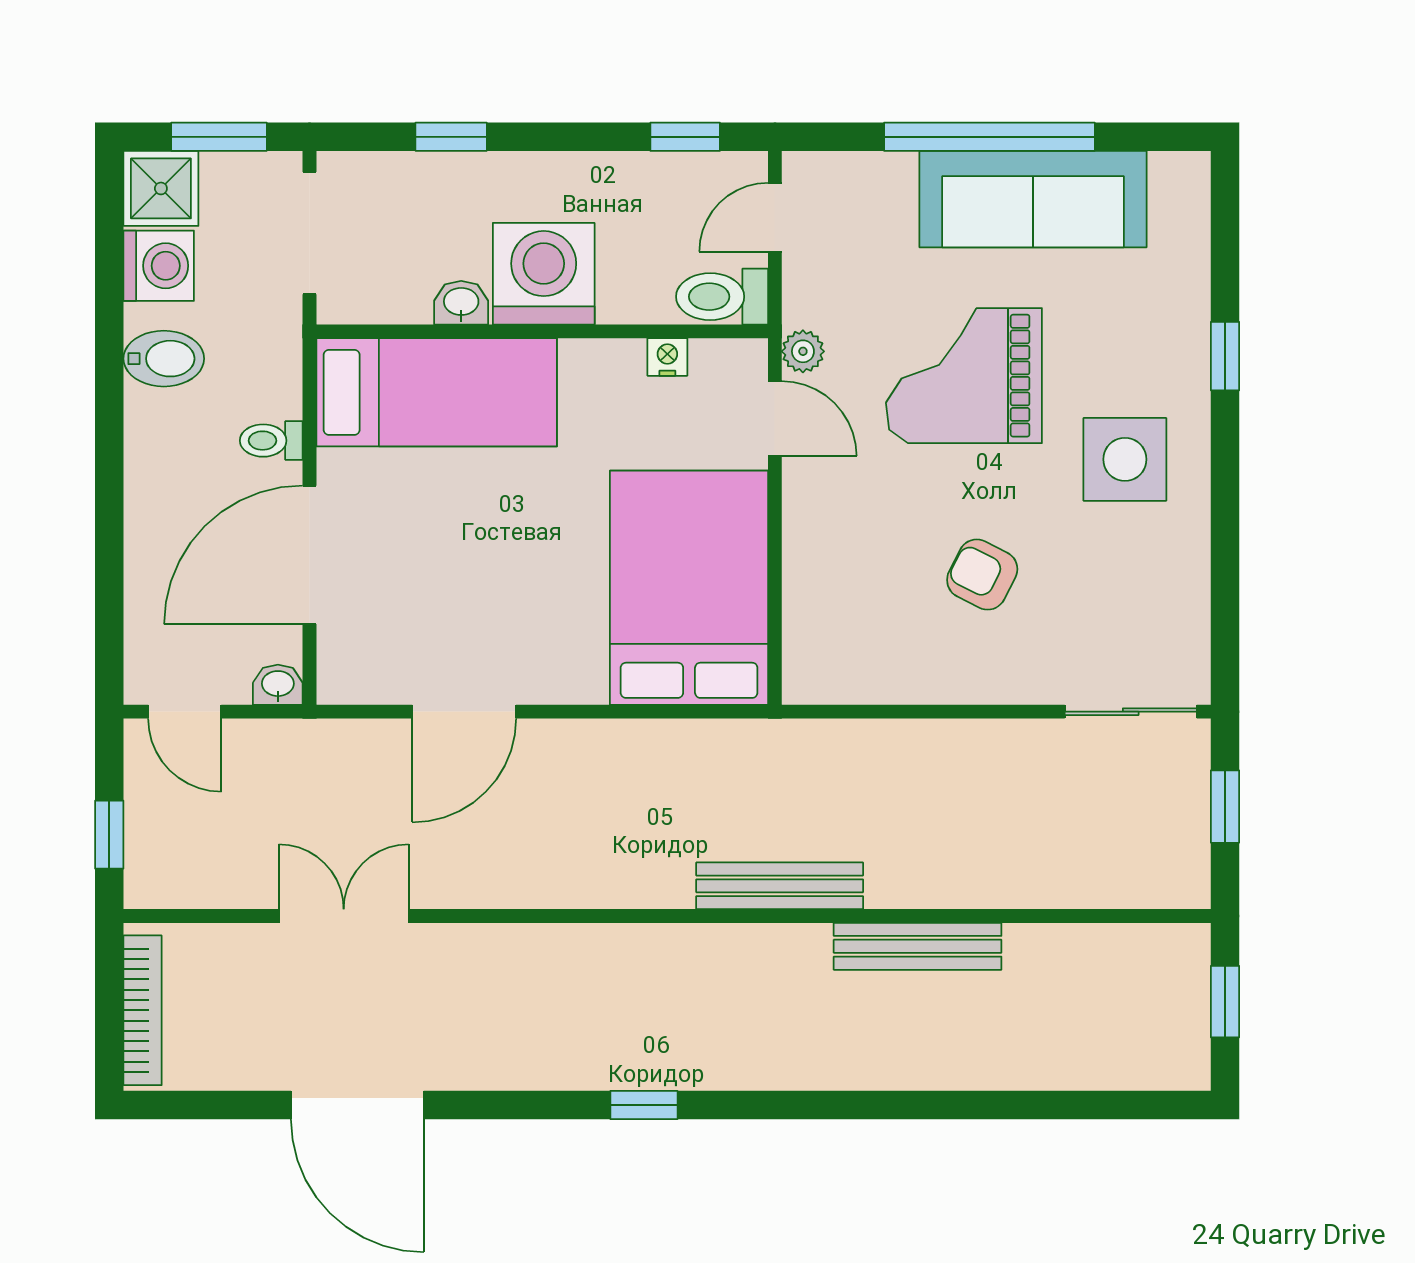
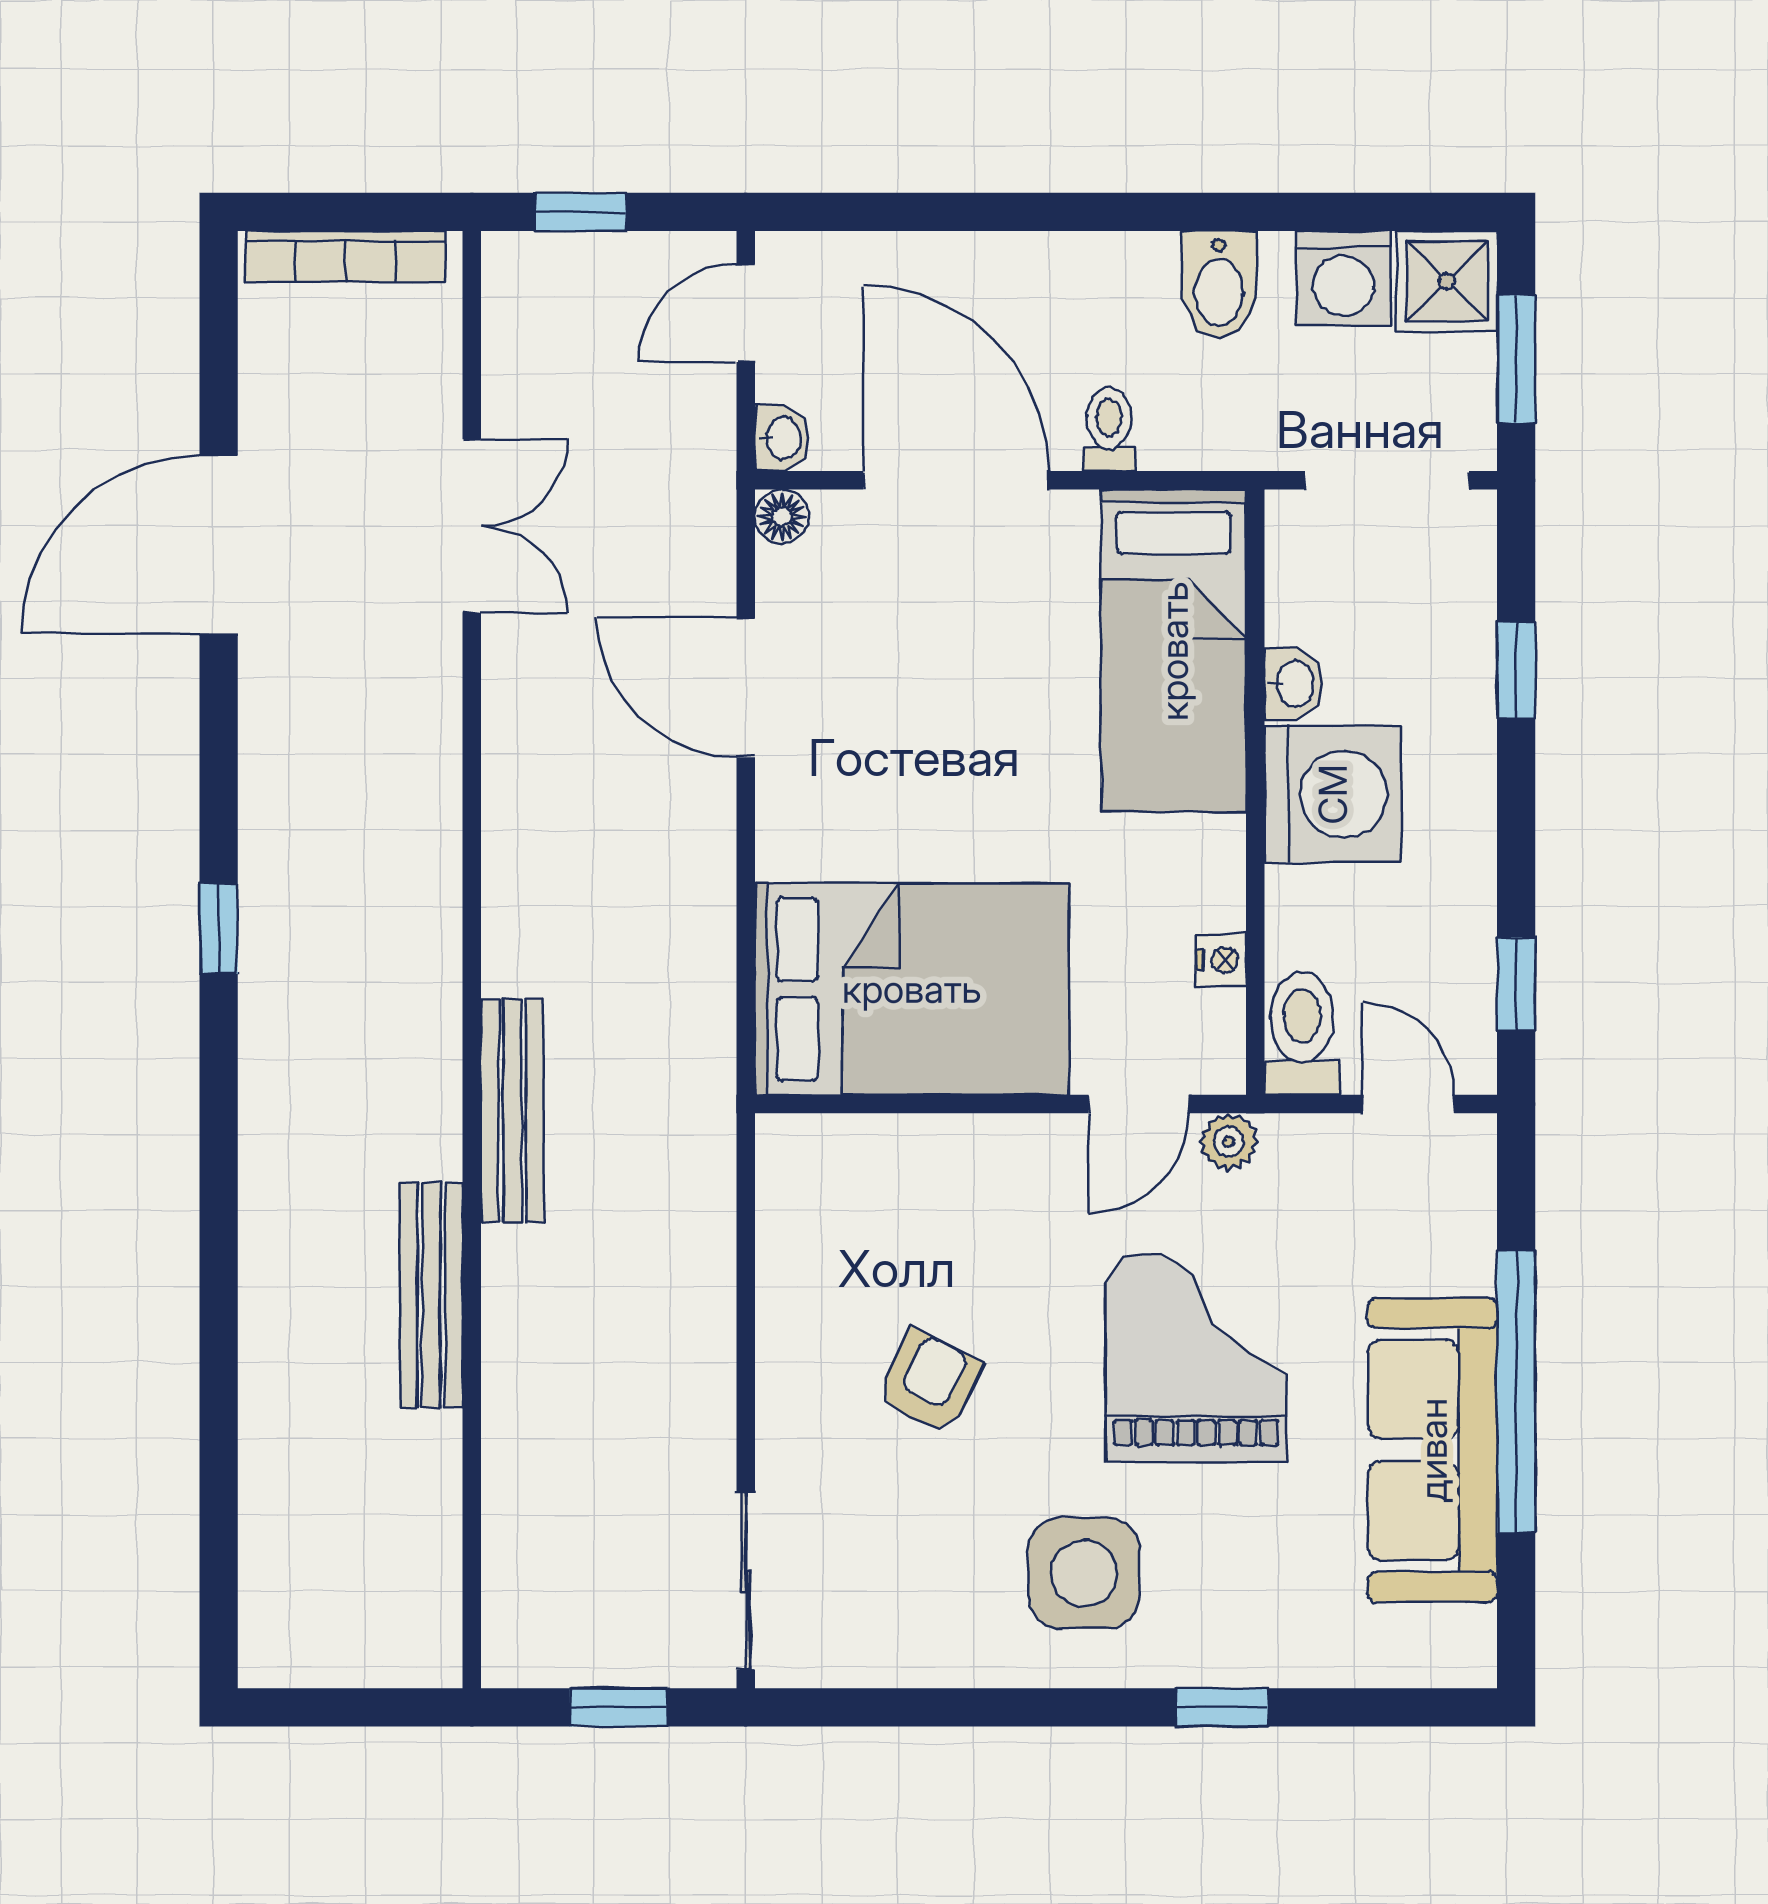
floor lamp: (337, 685) -> (782, 517), added
window: (1225, 1002) -> (357, 1707), removed

